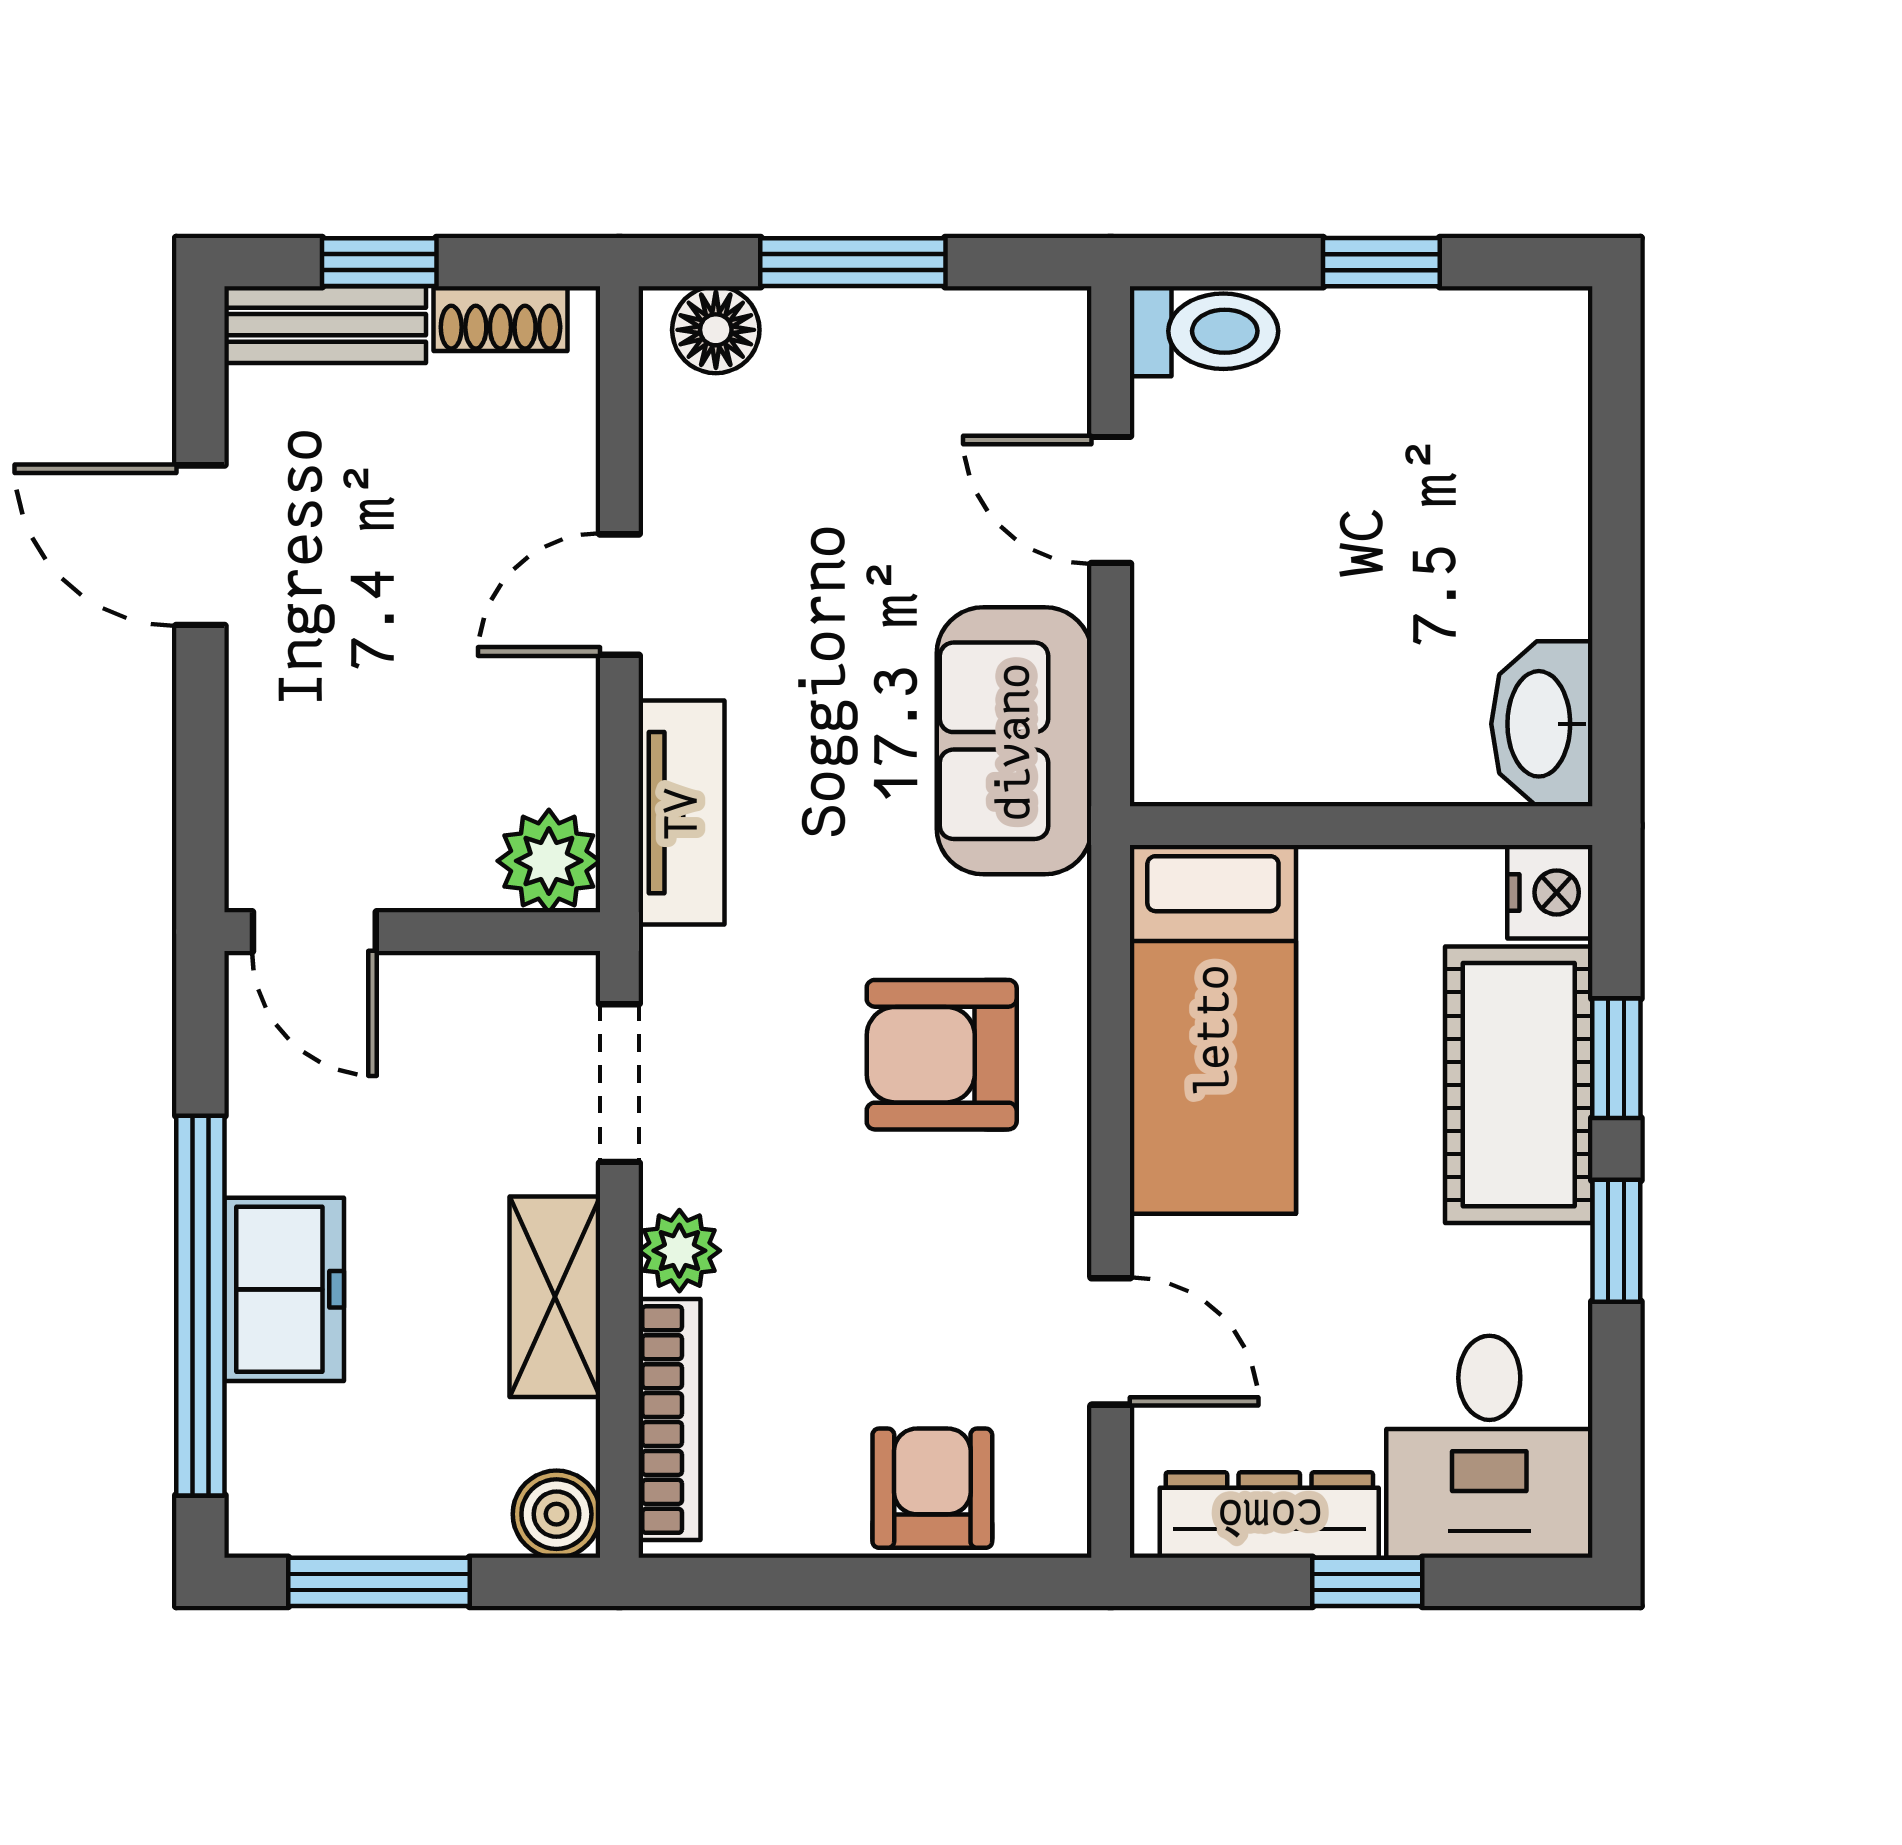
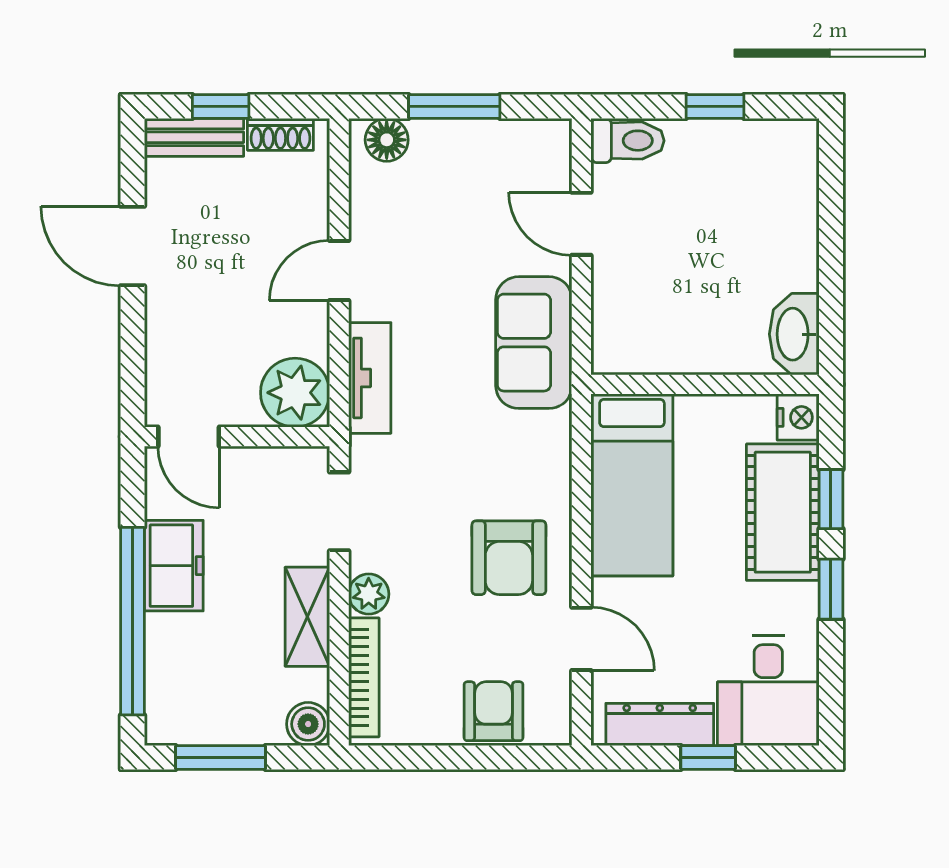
plant: (549, 861) -> (295, 393), width x1.36, depth x1.36
armchair: (942, 1055) -> (509, 558), moved, turned -90
freezer: (284, 1289) -> (174, 566), moved

